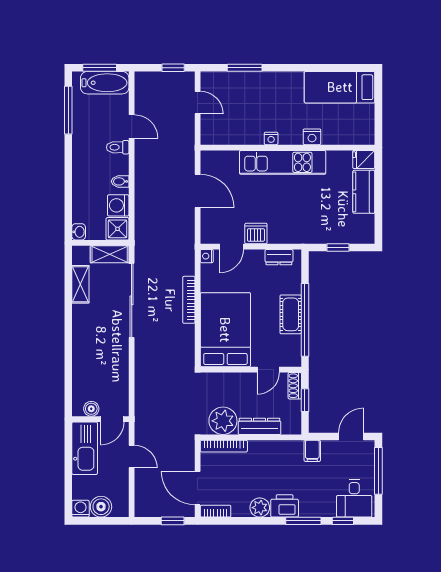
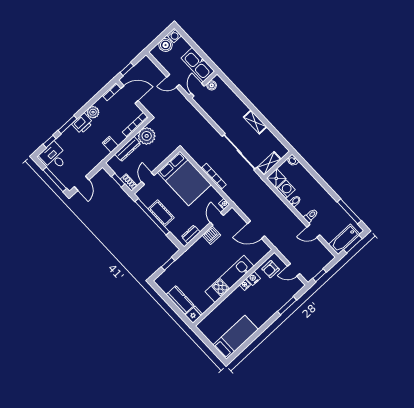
armchair: (224, 129) -> (271, 269), added
nightstand: (312, 137) -> (253, 278), moved
shelving: (80, 284) -> (255, 122), moved
filing cabinet: (312, 451) -> (110, 144), moved

